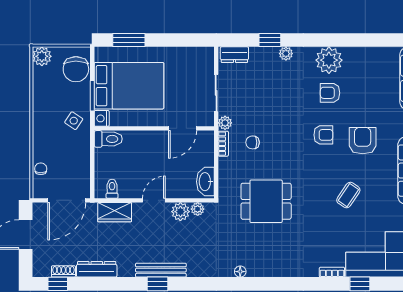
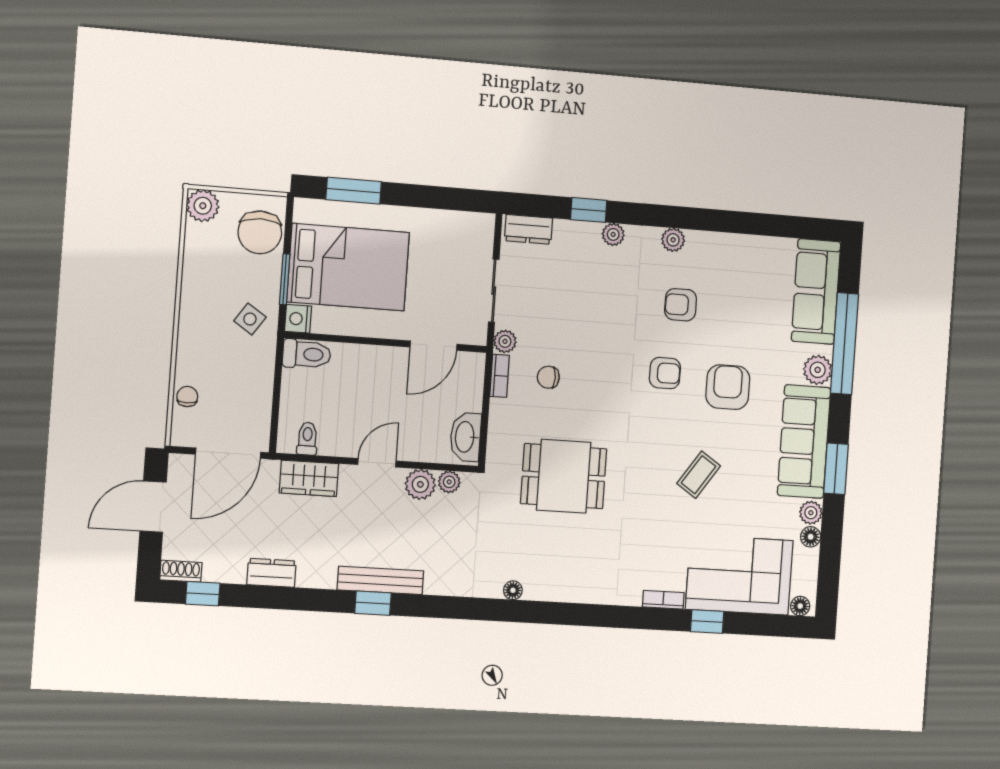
plant: (329, 60) -> (673, 240), width x0.53, depth x0.53
dresser: (97, 269) -> (272, 573), width x0.70
shoe rack: (63, 271) -> (181, 571), moved

